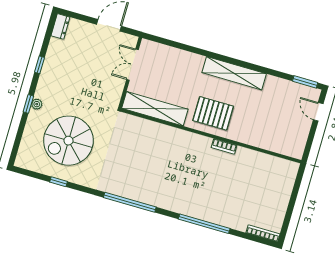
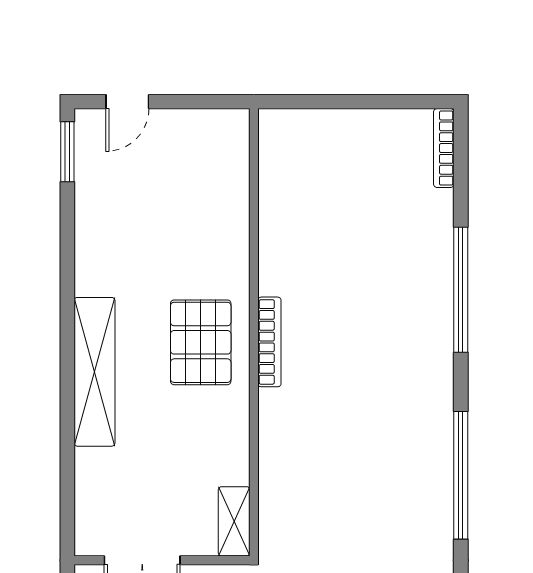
shelving: (234, 73) -> (95, 372), moved
shelving: (155, 109) -> (234, 521), width x0.45, depth x0.75
bookcase: (224, 146) -> (269, 342), moved, width x1.56

